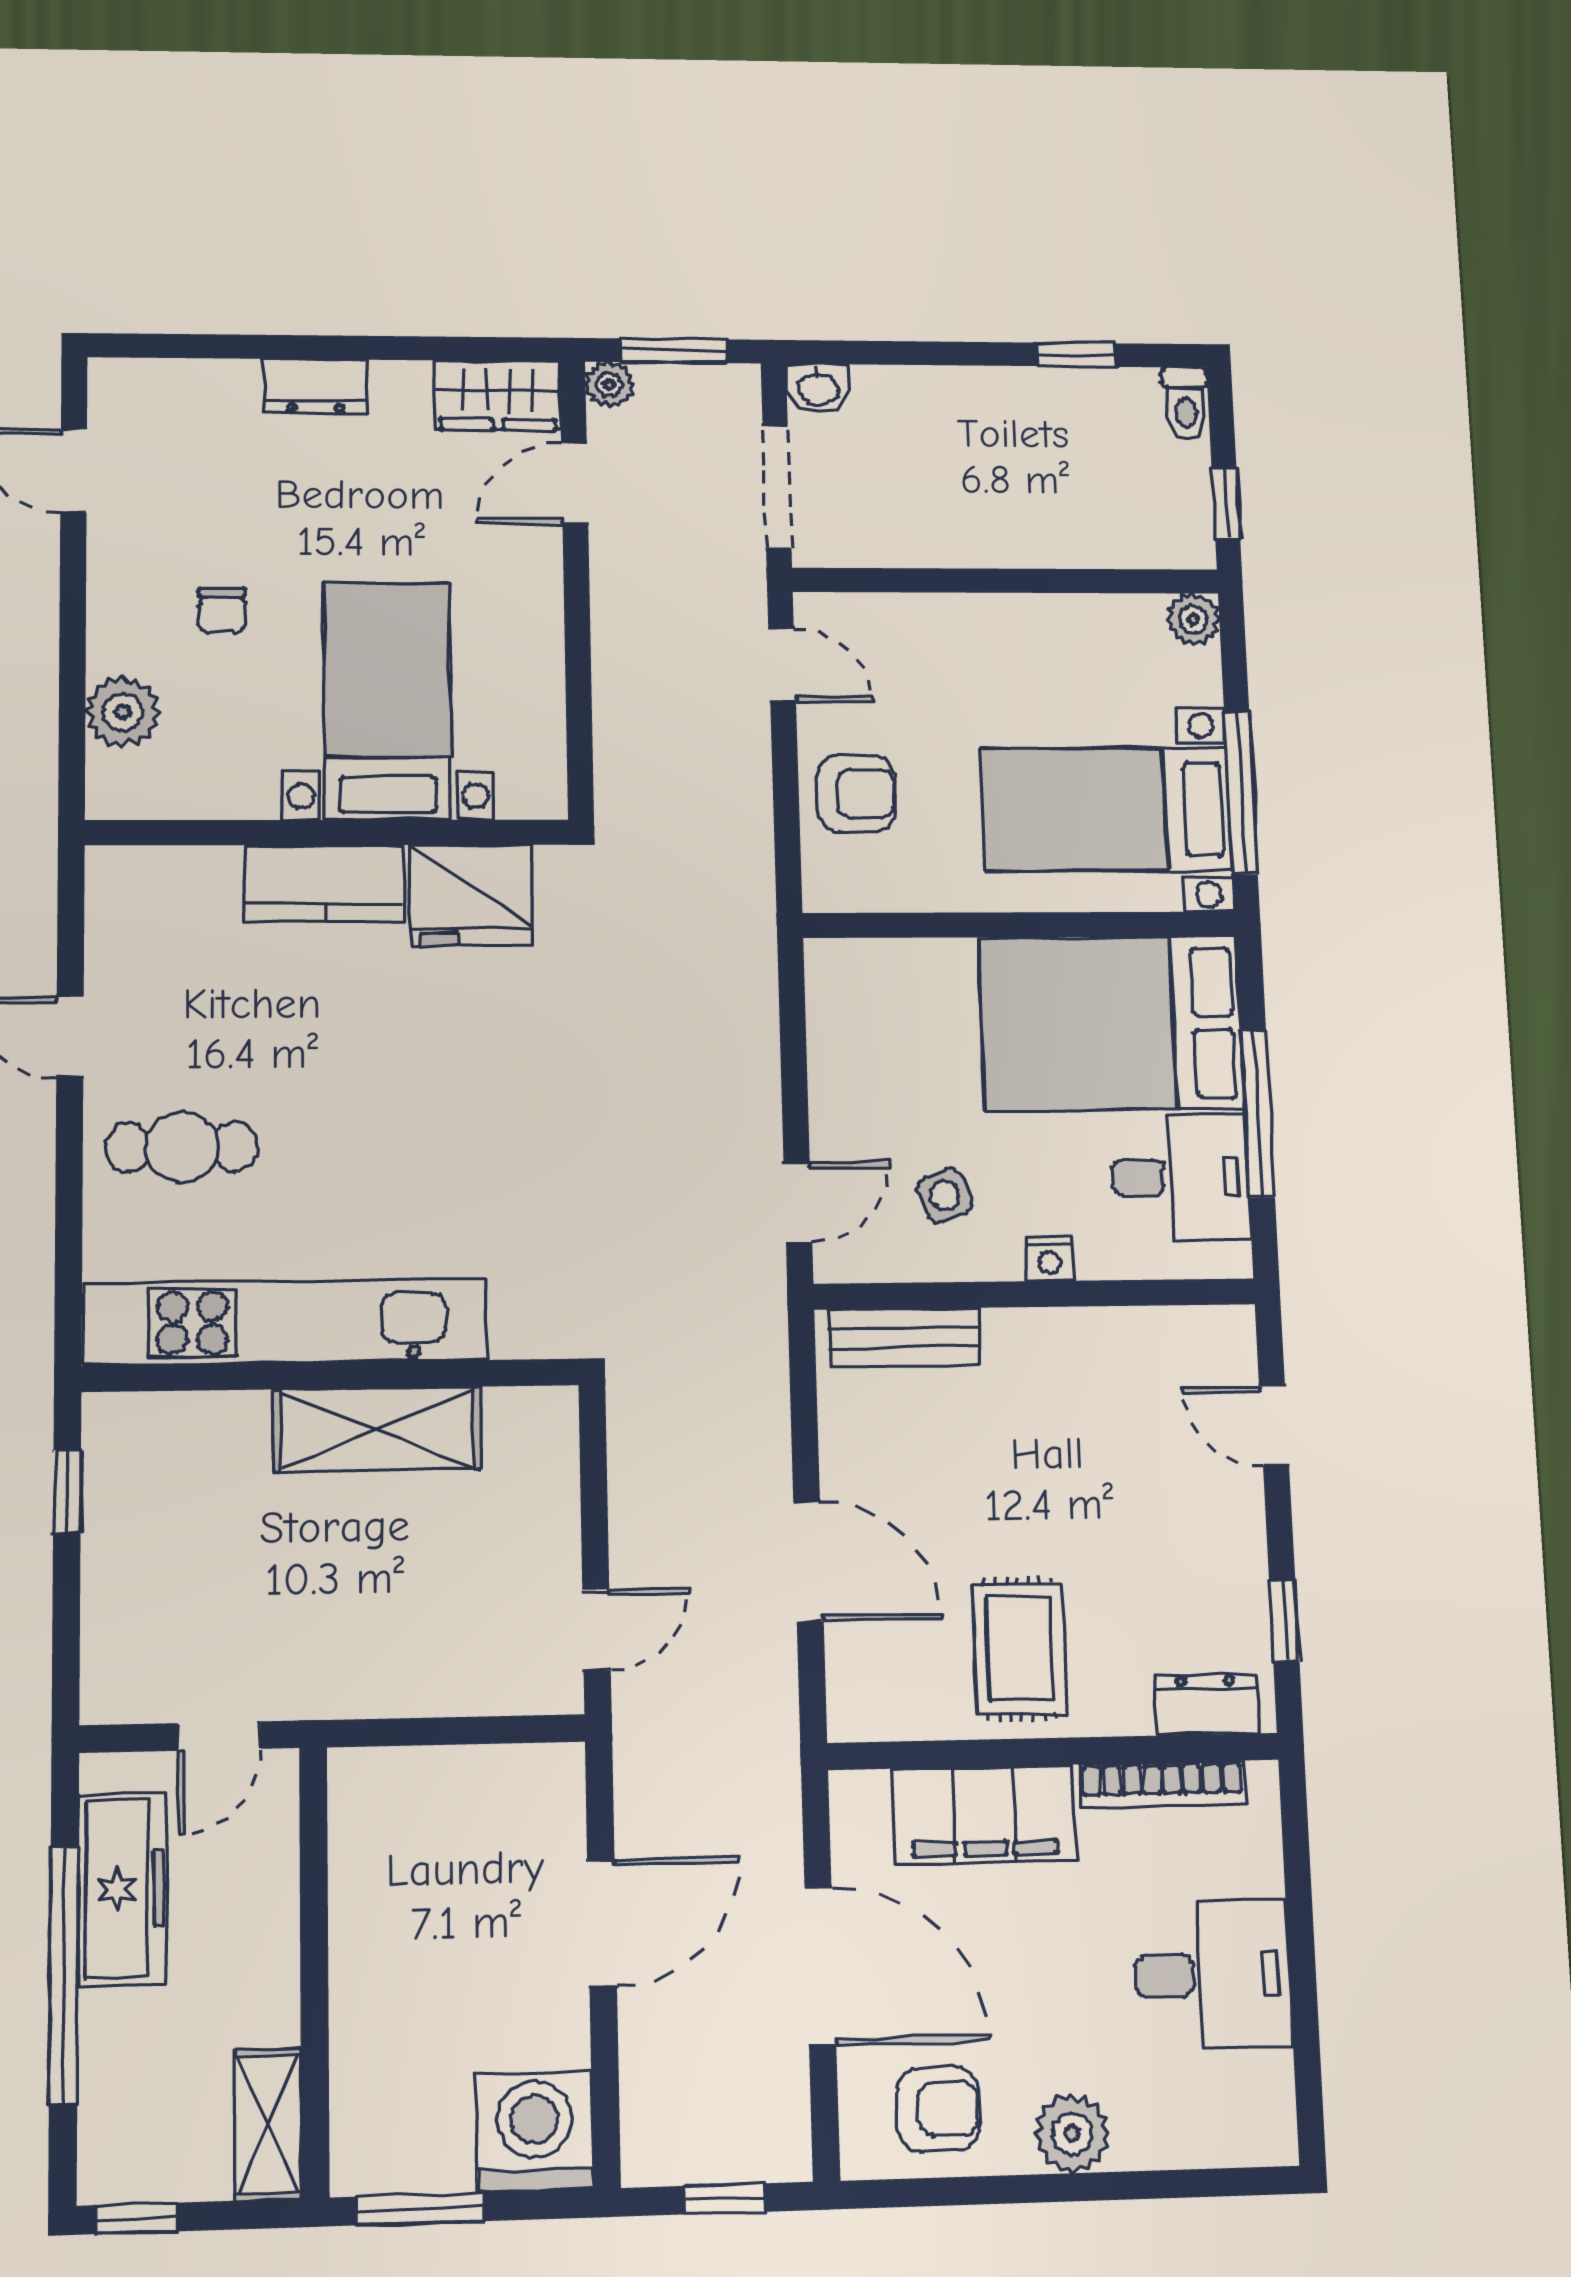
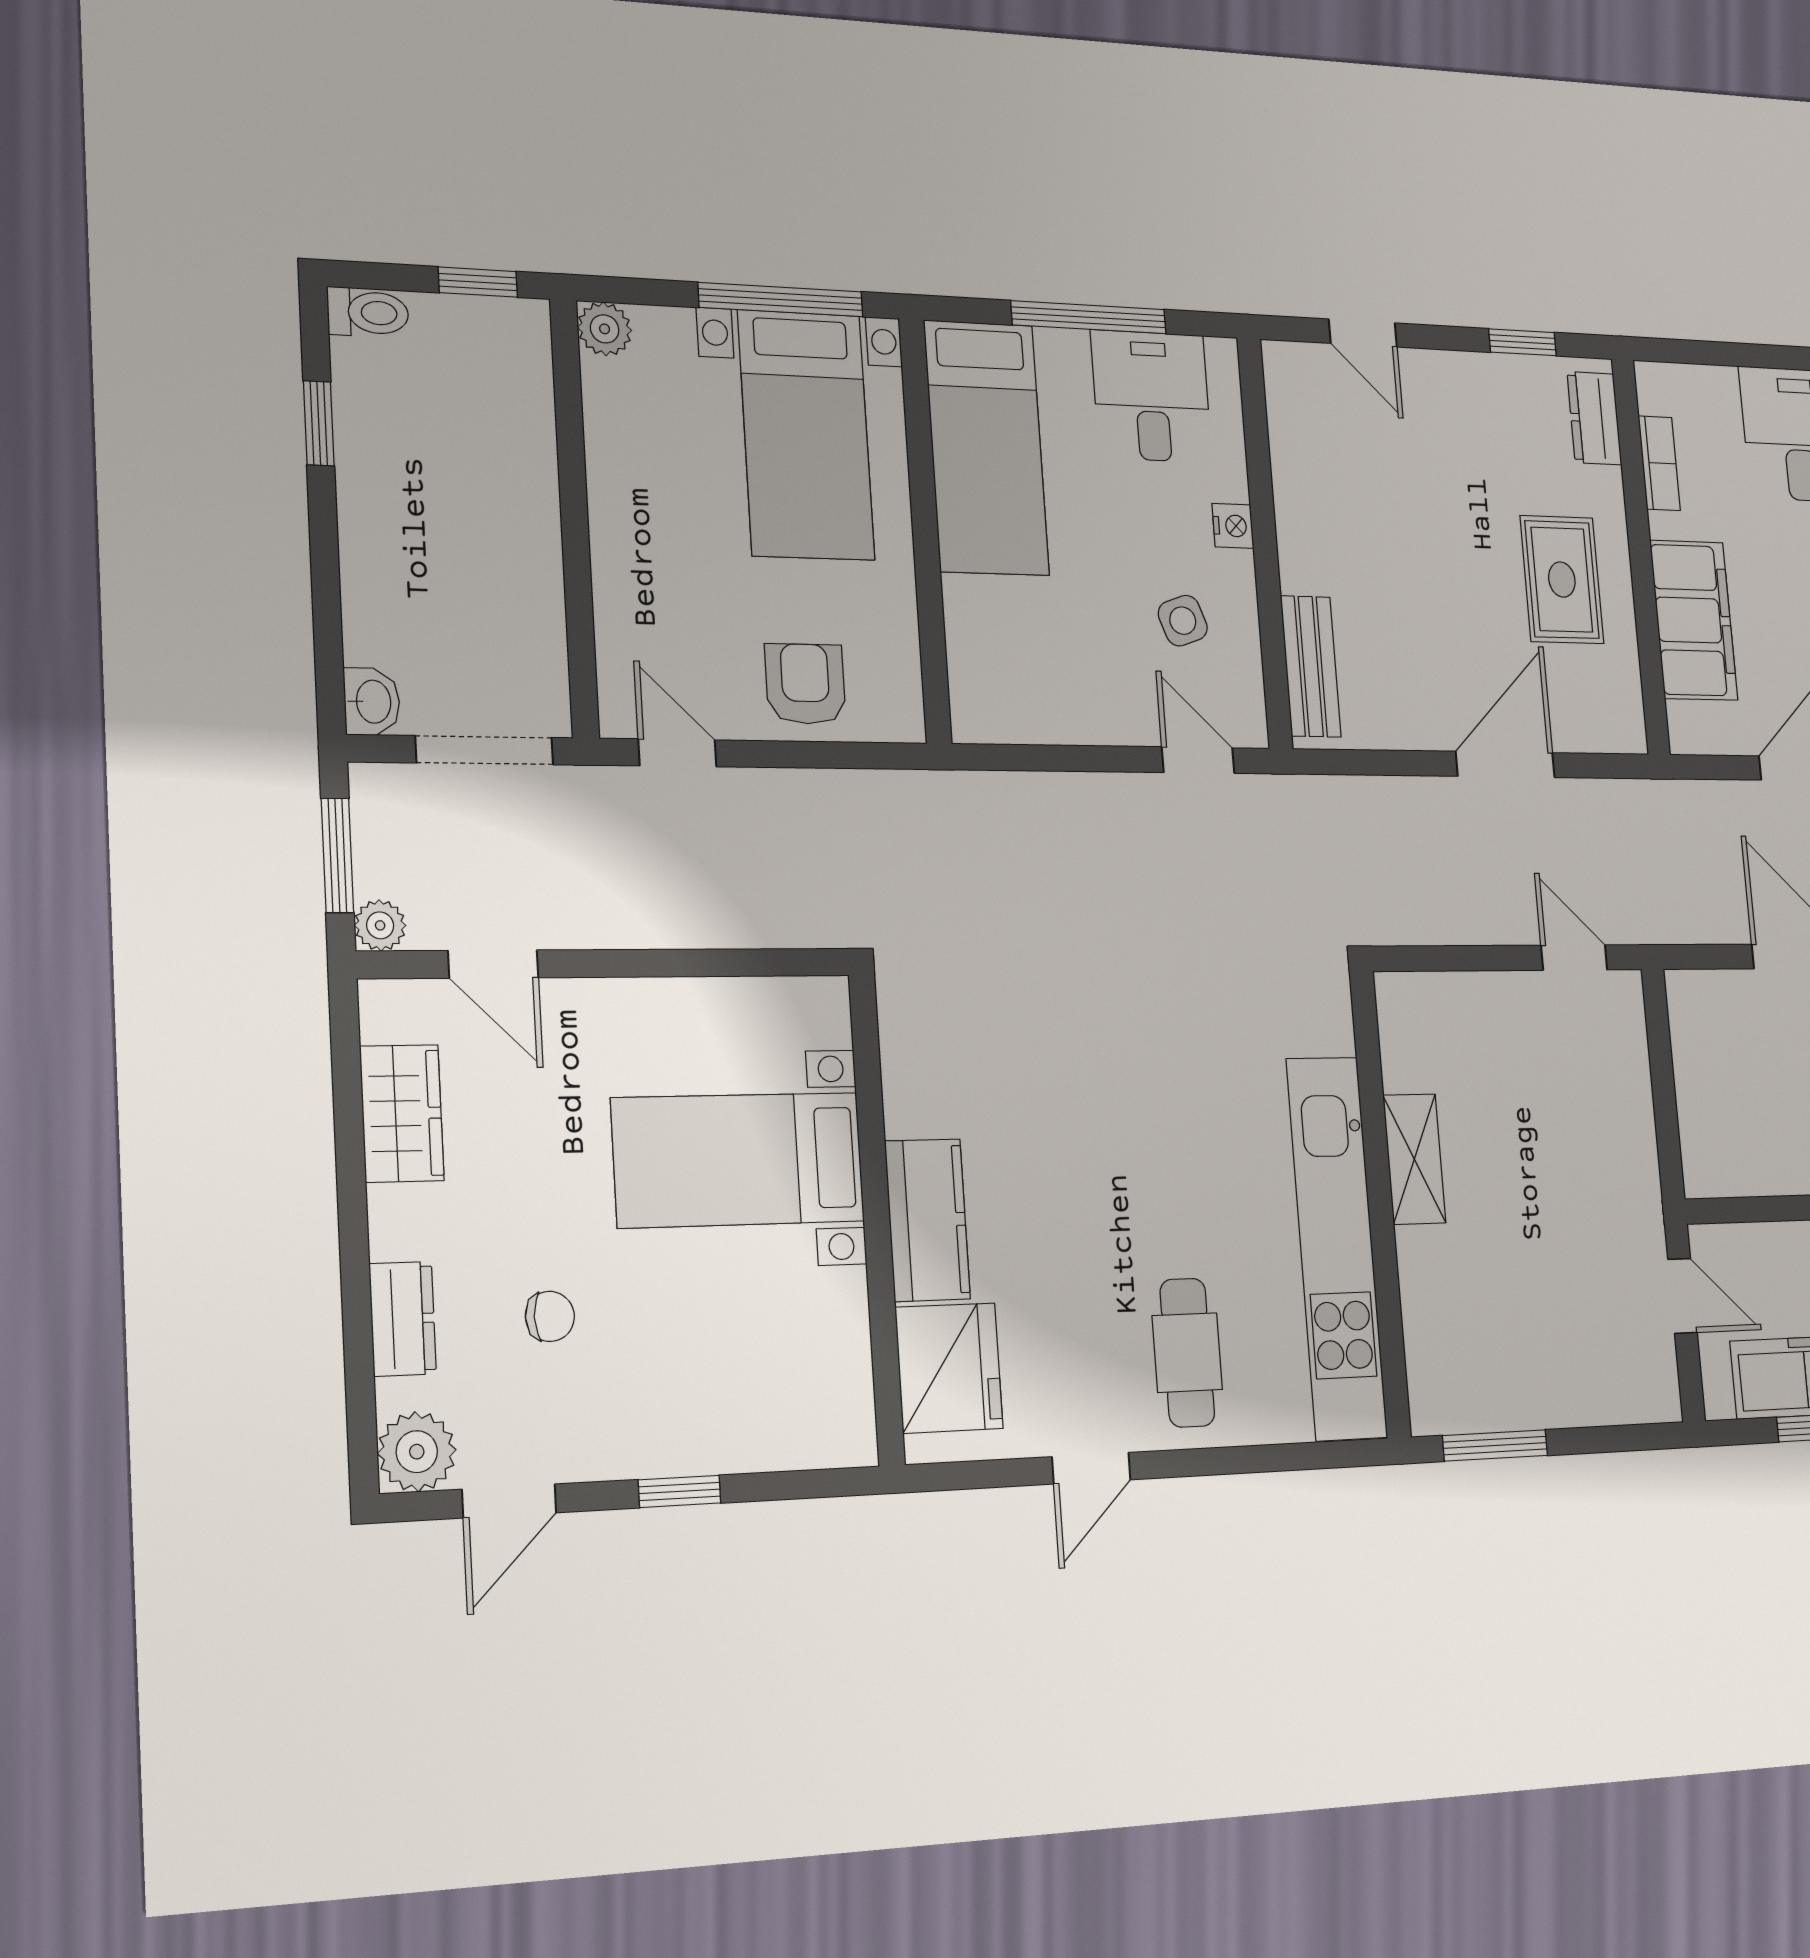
dresser: (316, 386) -> (403, 1319), moved
wardrobe: (498, 395) -> (402, 1113), moved
chair: (222, 610) -> (550, 1316), moved
window: (73, 627) -> (680, 1491), added
door: (782, 665) -> (677, 753), hinge flipped
plant: (123, 712) -> (417, 1452), moved
fridge: (471, 895) -> (949, 1368), moved
bed: (1111, 1023) -> (986, 448), width x0.67
door: (1274, 1426) -> (1363, 333), hinge flipped
shelving: (377, 1429) -> (1414, 1159), width x0.67, depth x0.75
window: (67, 1491) -> (1495, 1446), width x1.50
rug: (1019, 1648) -> (1562, 580), turned 90
bookcase: (1162, 1784) -> (1659, 463), width x0.64

